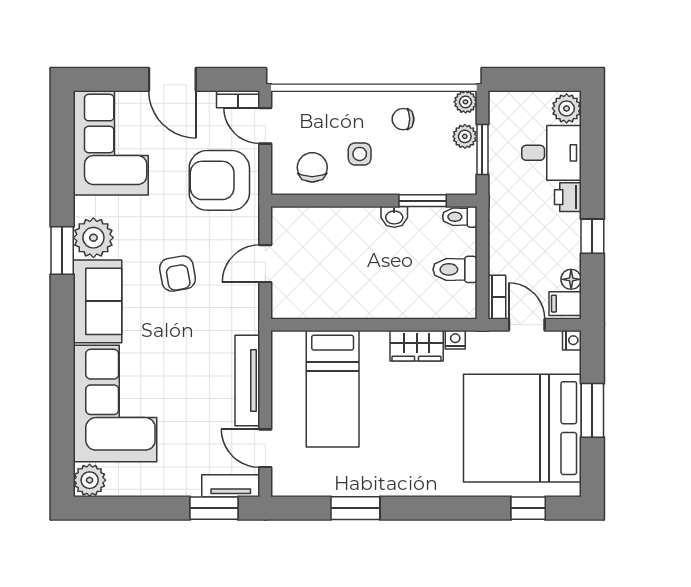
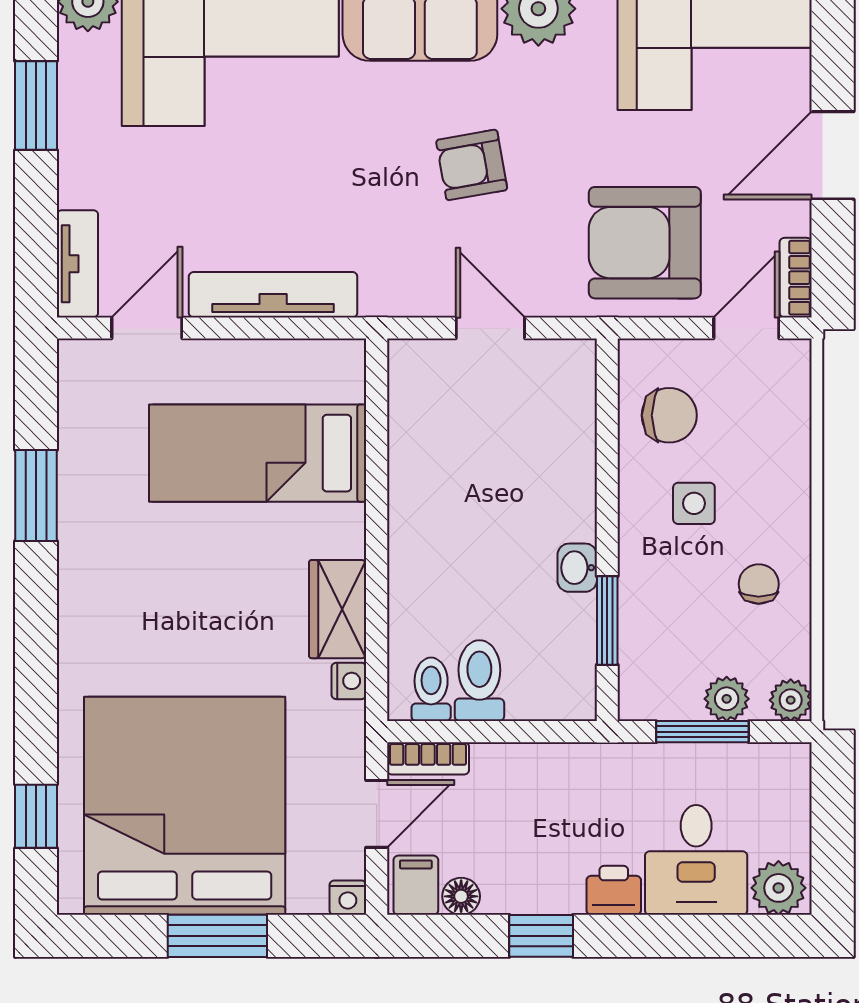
armchair: (219, 180) -> (645, 243), turned -90
toilet: (460, 217) -> (431, 689), moved
window: (214, 508) -> (36, 105), moved

